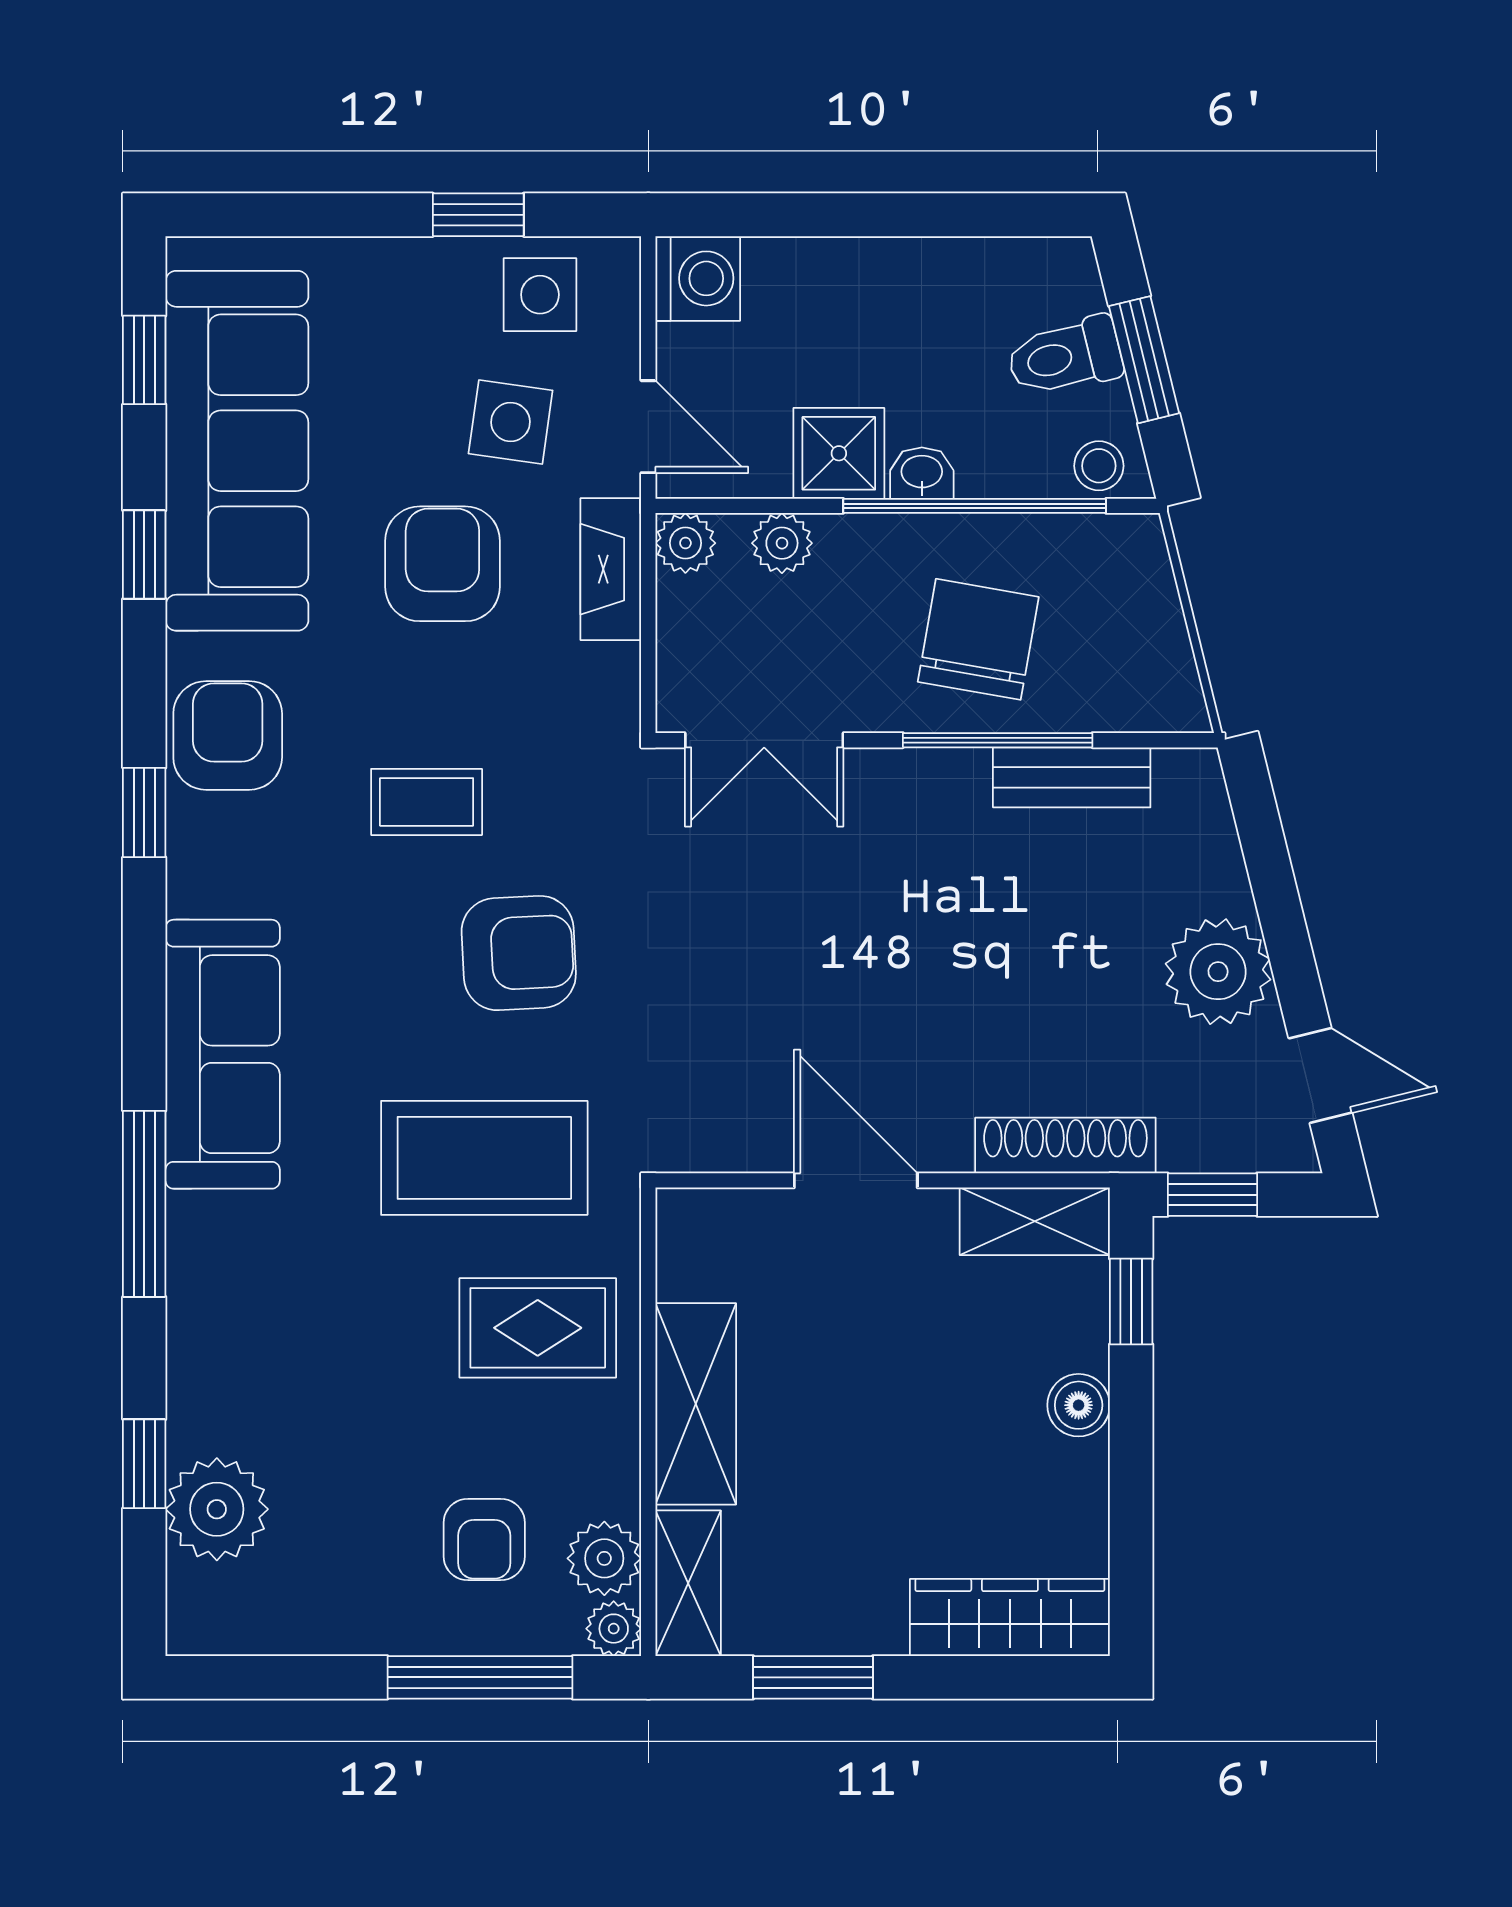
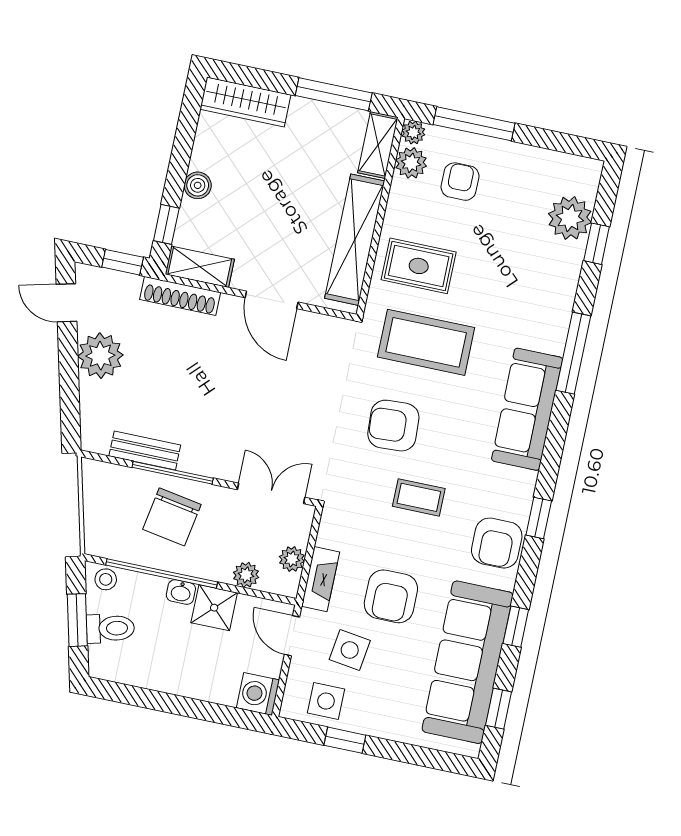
plant: (685, 543) -> (292, 559), moved
shelving: (696, 1404) -> (355, 240), width x1.47
window: (813, 1677) -> (334, 94), width x1.44

